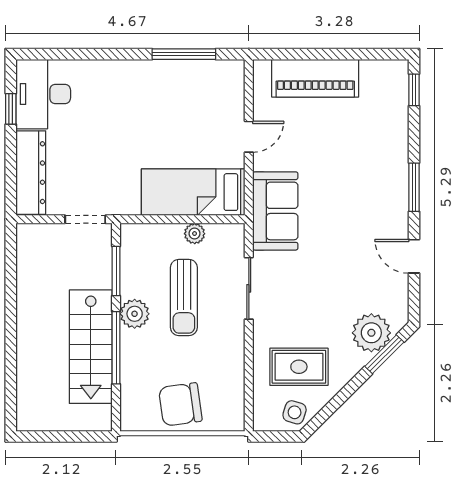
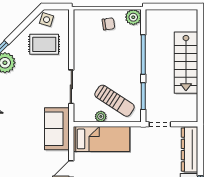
sun lounger: (184, 297) -> (115, 101), moved, turned 123
plant: (135, 314) -> (133, 17), moved
stairs: (91, 347) -> (186, 63), moved, turned 180
chair: (180, 404) -> (108, 24), width x0.54, depth x0.54

